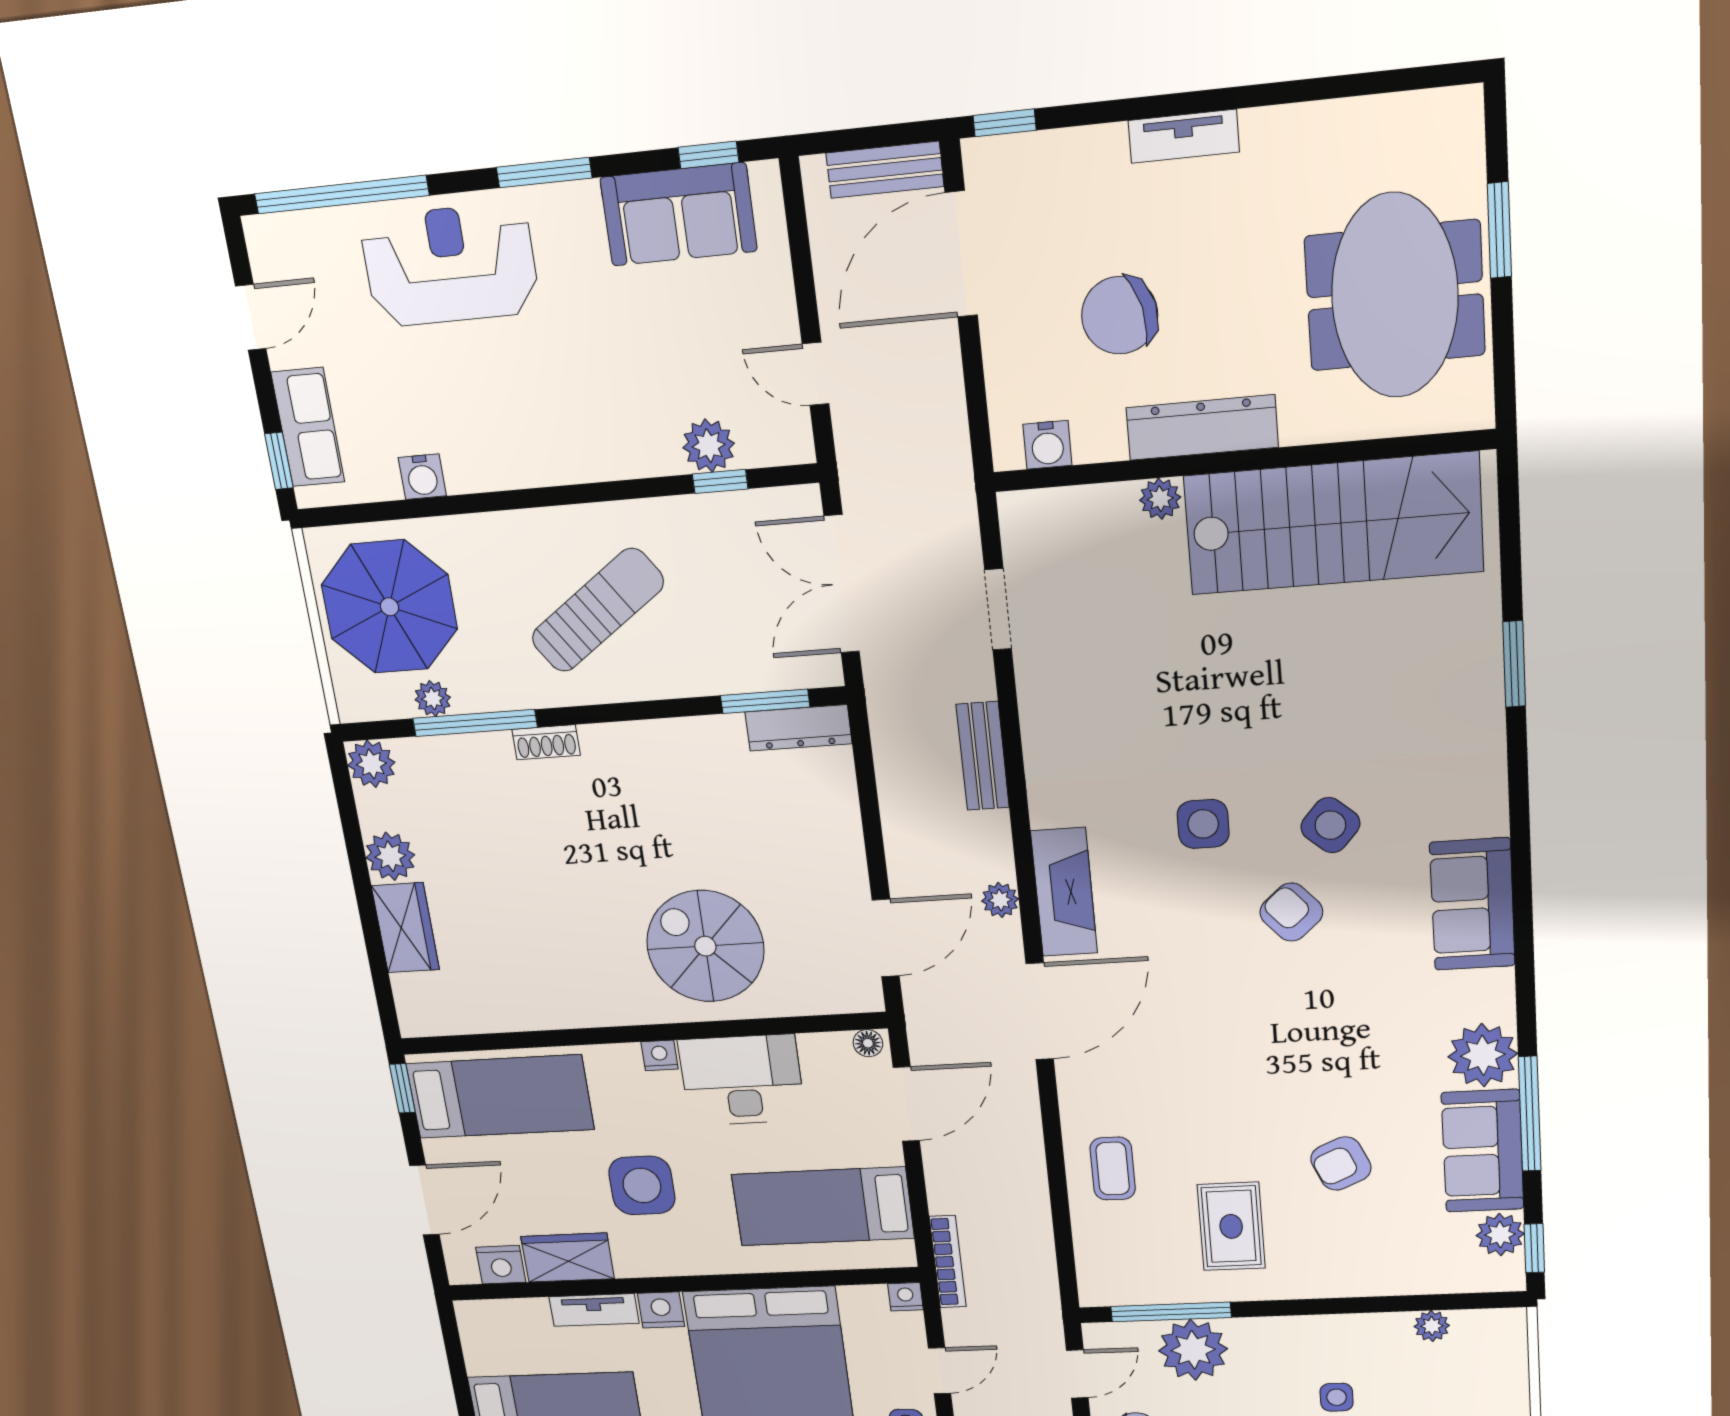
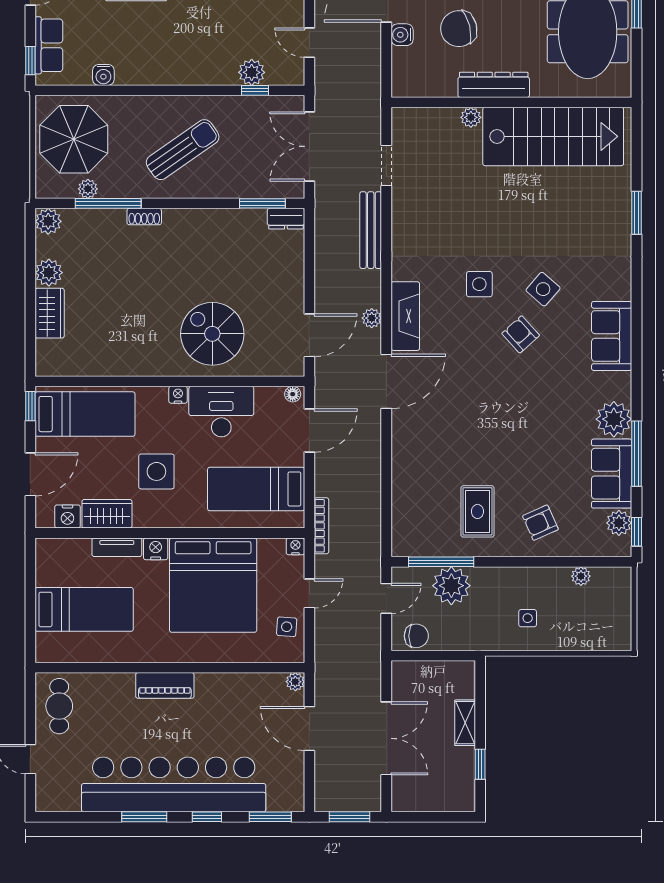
water cooler: (1047, 445) -> (402, 35), moved, turned 90
dresser: (799, 728) -> (286, 219), width x0.70
bench: (983, 756) -> (371, 230), width x1.36
armchair: (1341, 1163) -> (540, 523), moved
coffee table: (1113, 1169) -> (417, 474), removed

